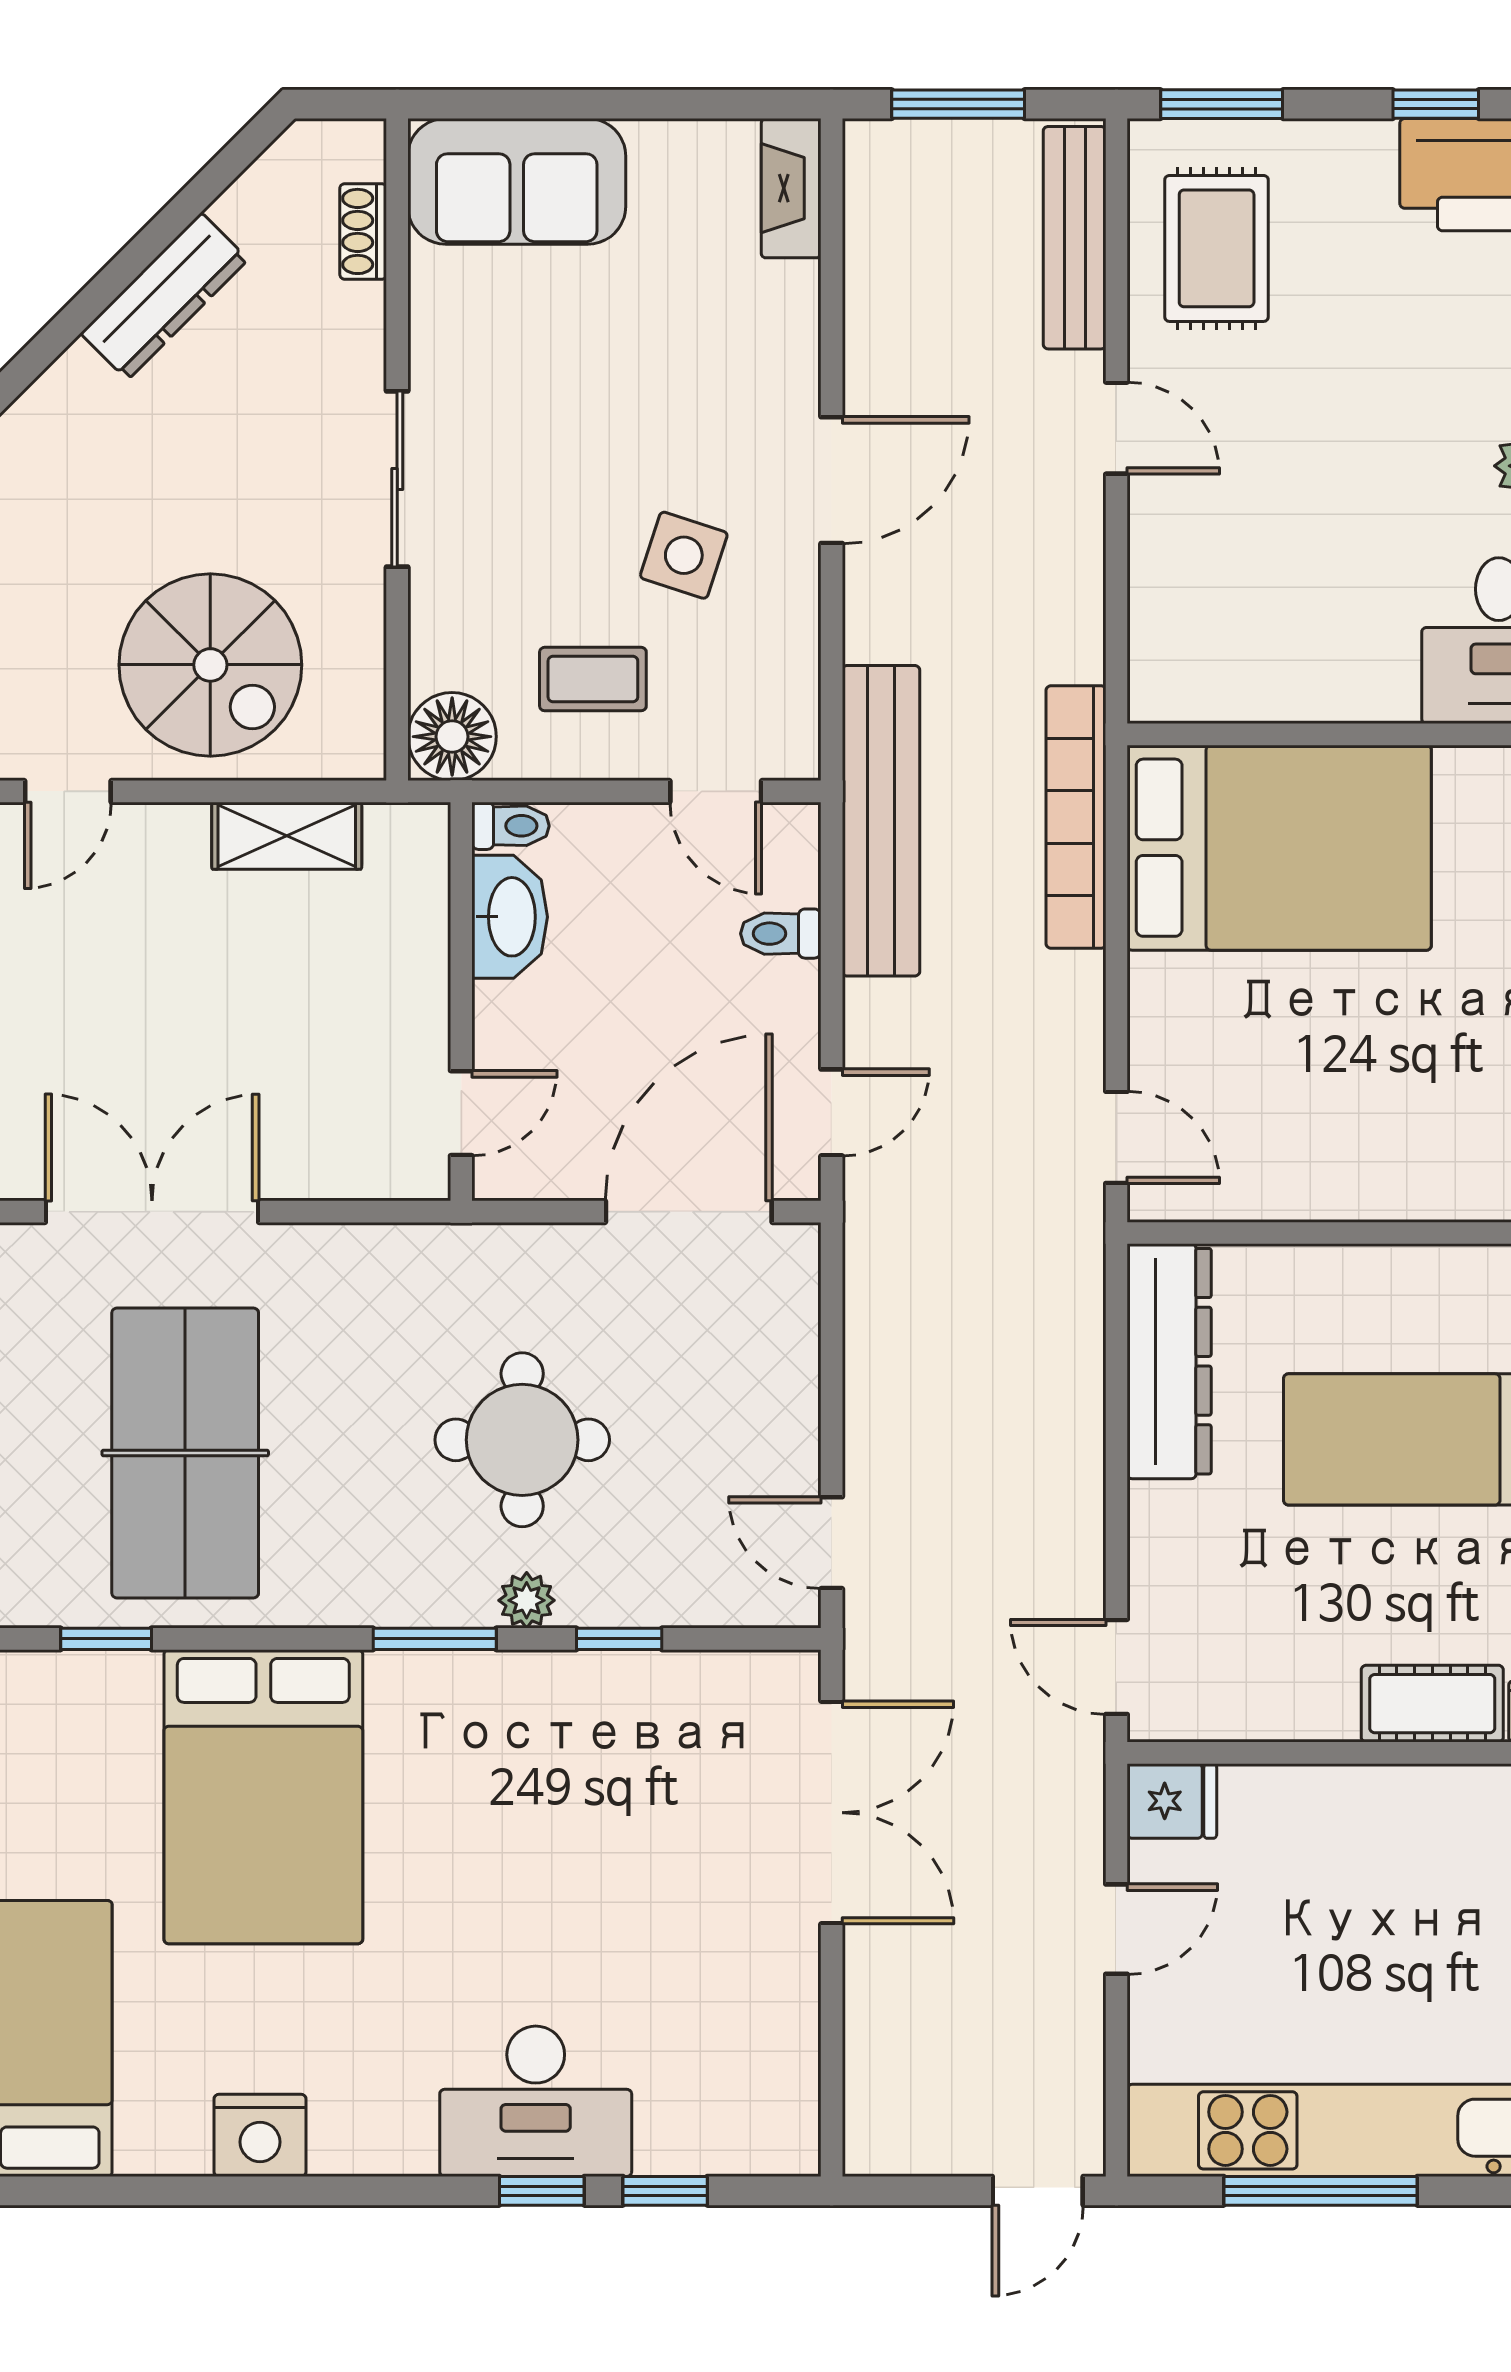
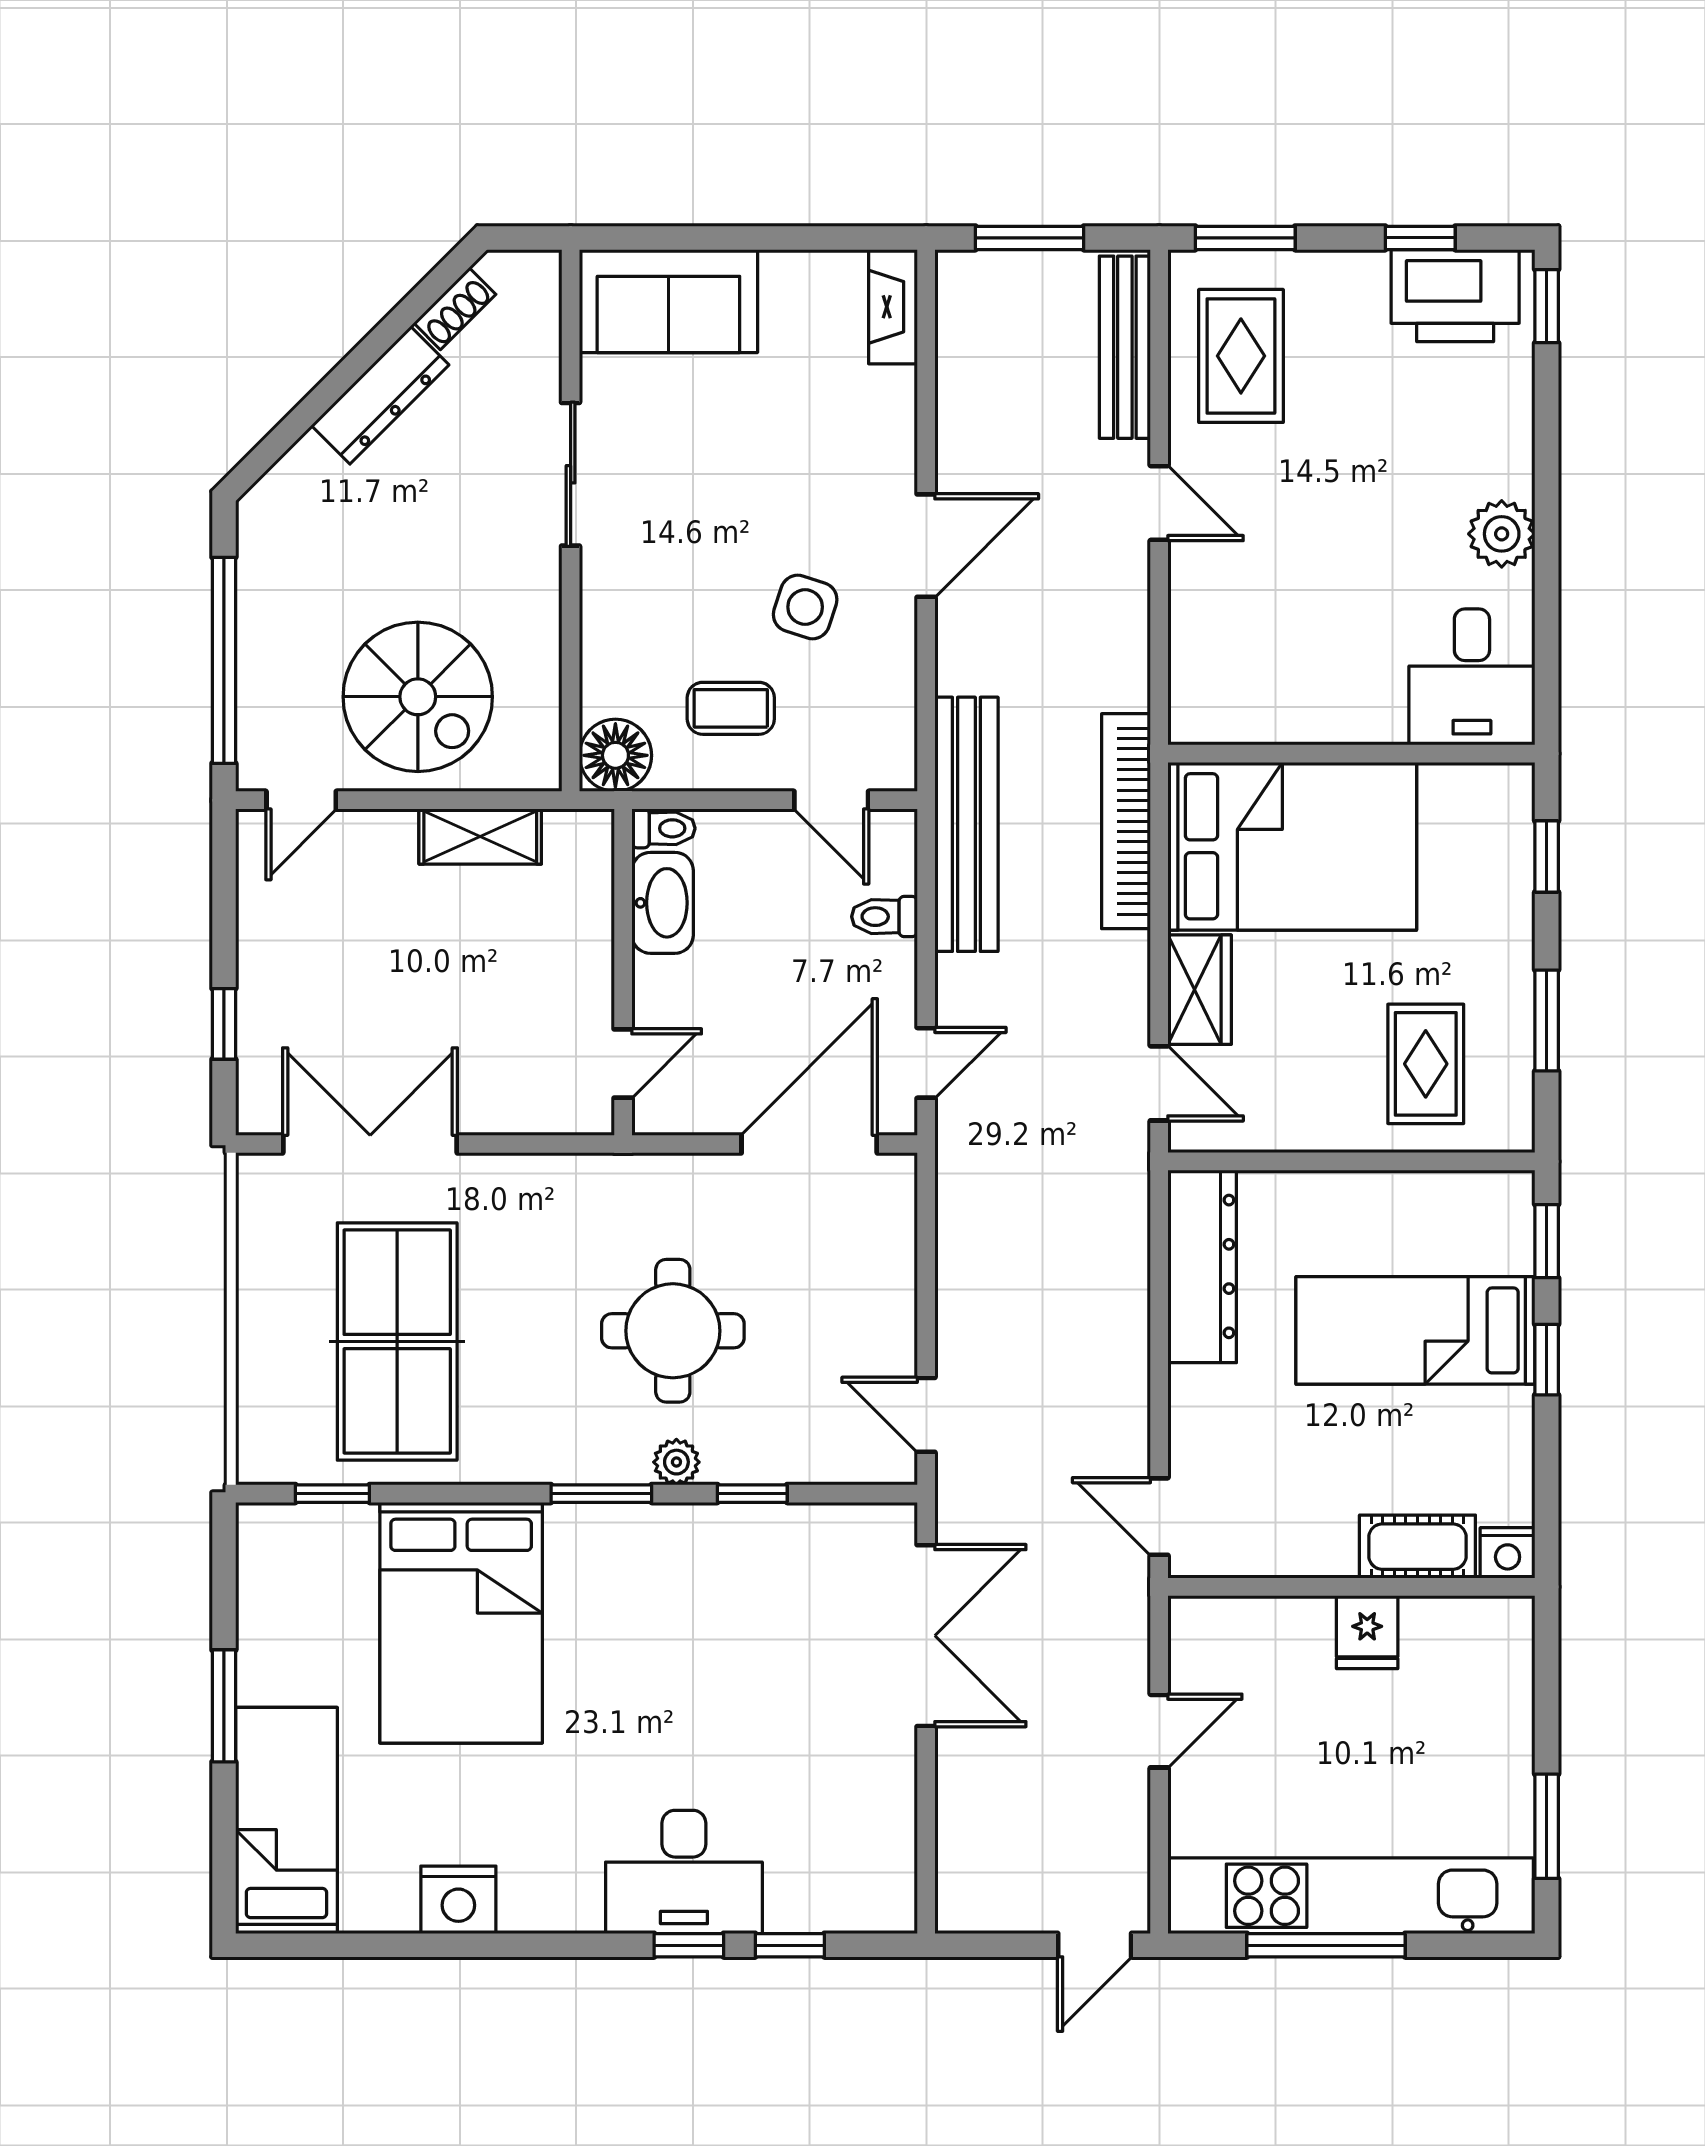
shoe rack: (363, 231) -> (455, 309), moved, turned -135
sliding door: (397, 479) -> (571, 474), moved
wardrobe: (1166, 1023) -> (1200, 990), added
rug: (1442, 1114) -> (1426, 1064), added
fridge: (1172, 1801) -> (1367, 1632), moved, turned 90

